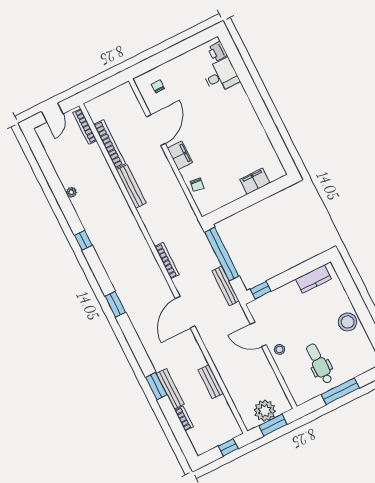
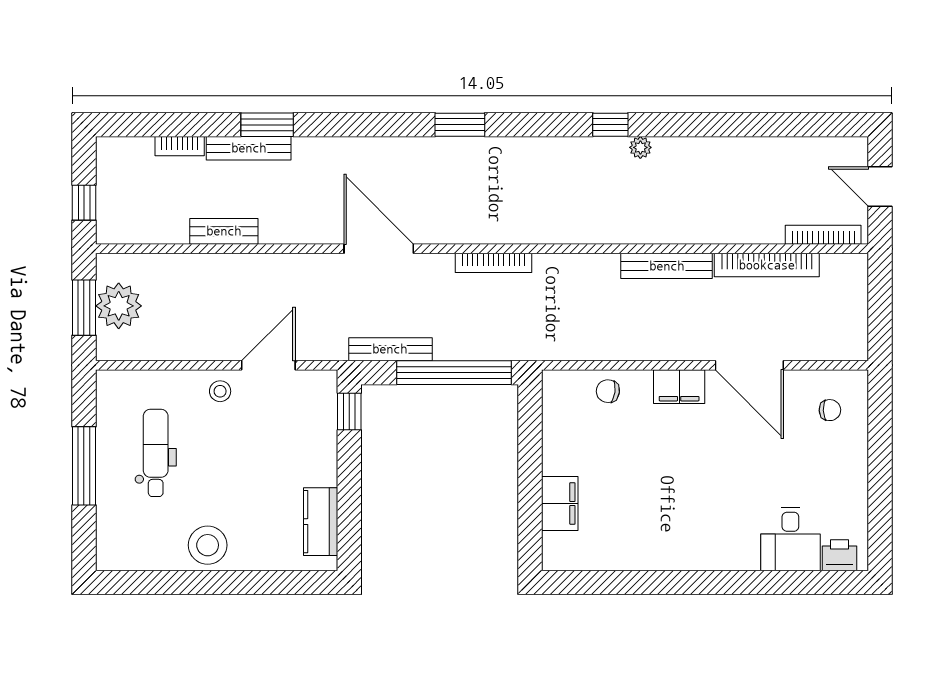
plant: (71, 192) -> (640, 147), moved
dental chair: (319, 364) -> (156, 453), turned -90

